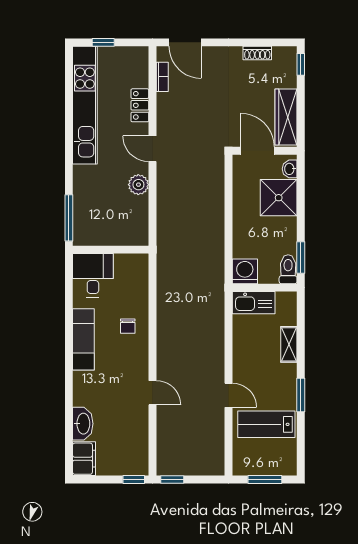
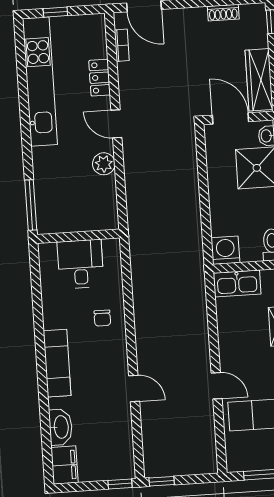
desk: (93, 275) -> (81, 264), moved
exam couch: (83, 339) -> (57, 363), moved

